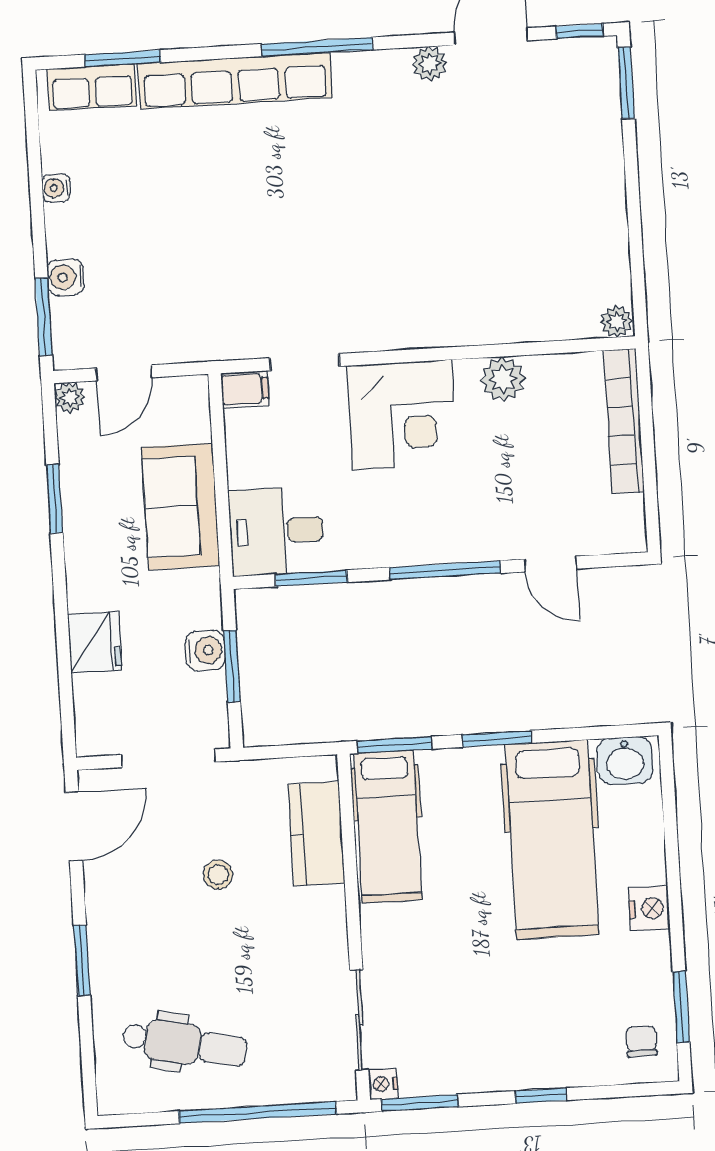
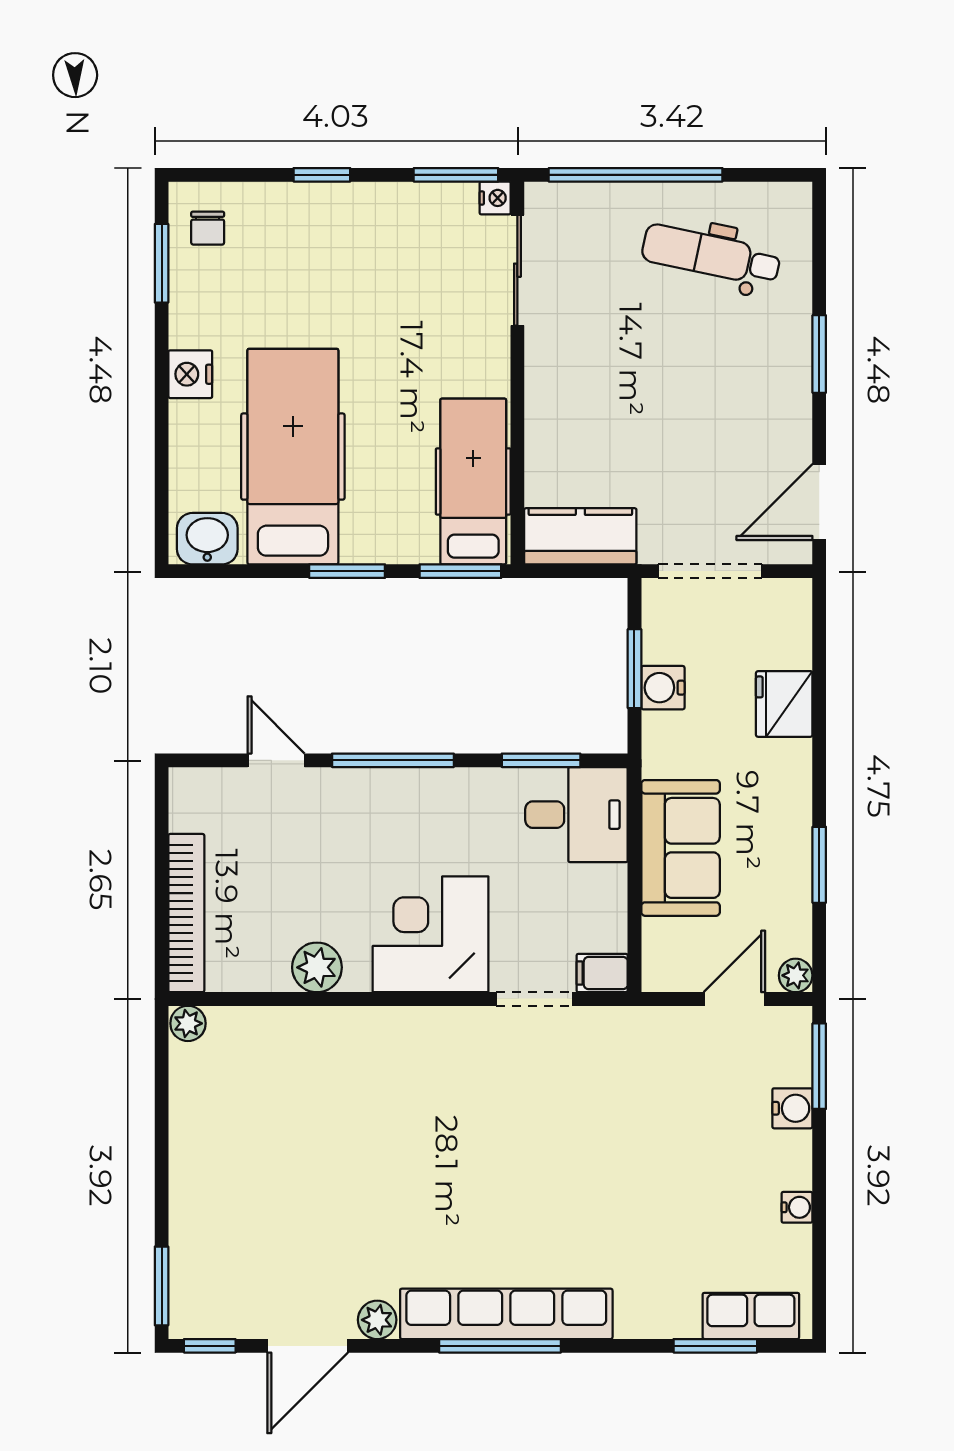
row of seats: (235, 81) -> (506, 1314), moved
kitchen counter: (316, 834) -> (580, 536), moved, turned -90
stool: (218, 875) -> (663, 440), removed

